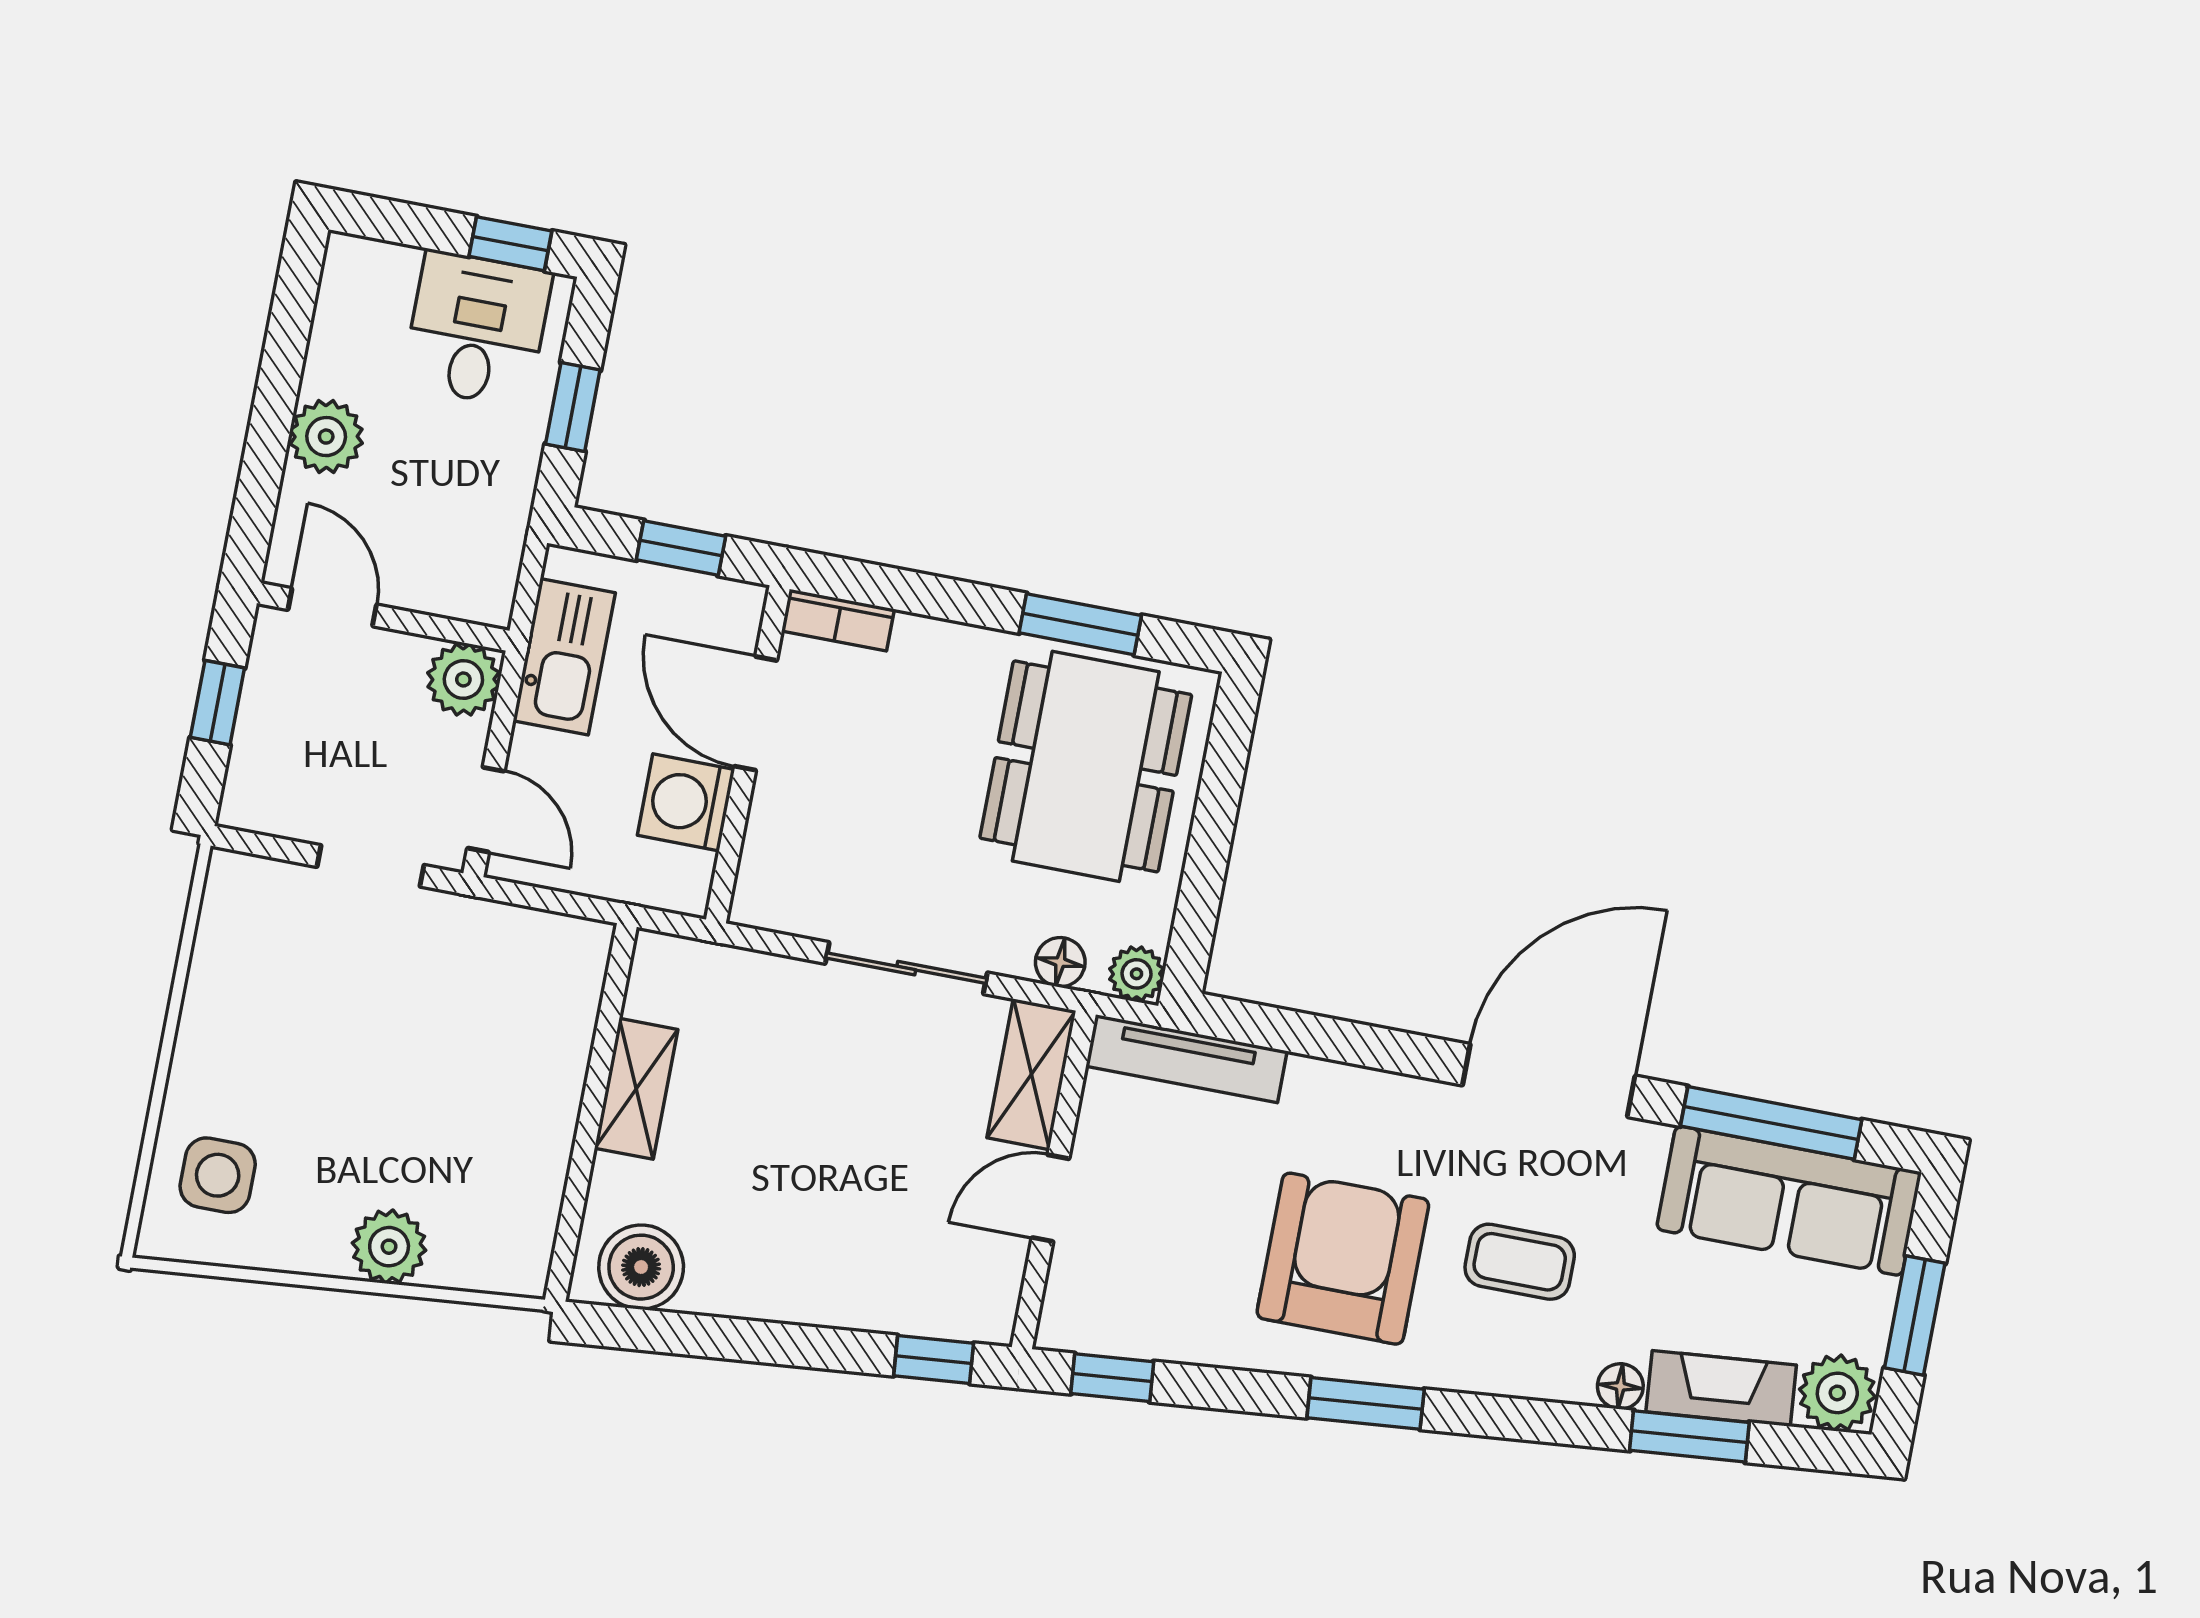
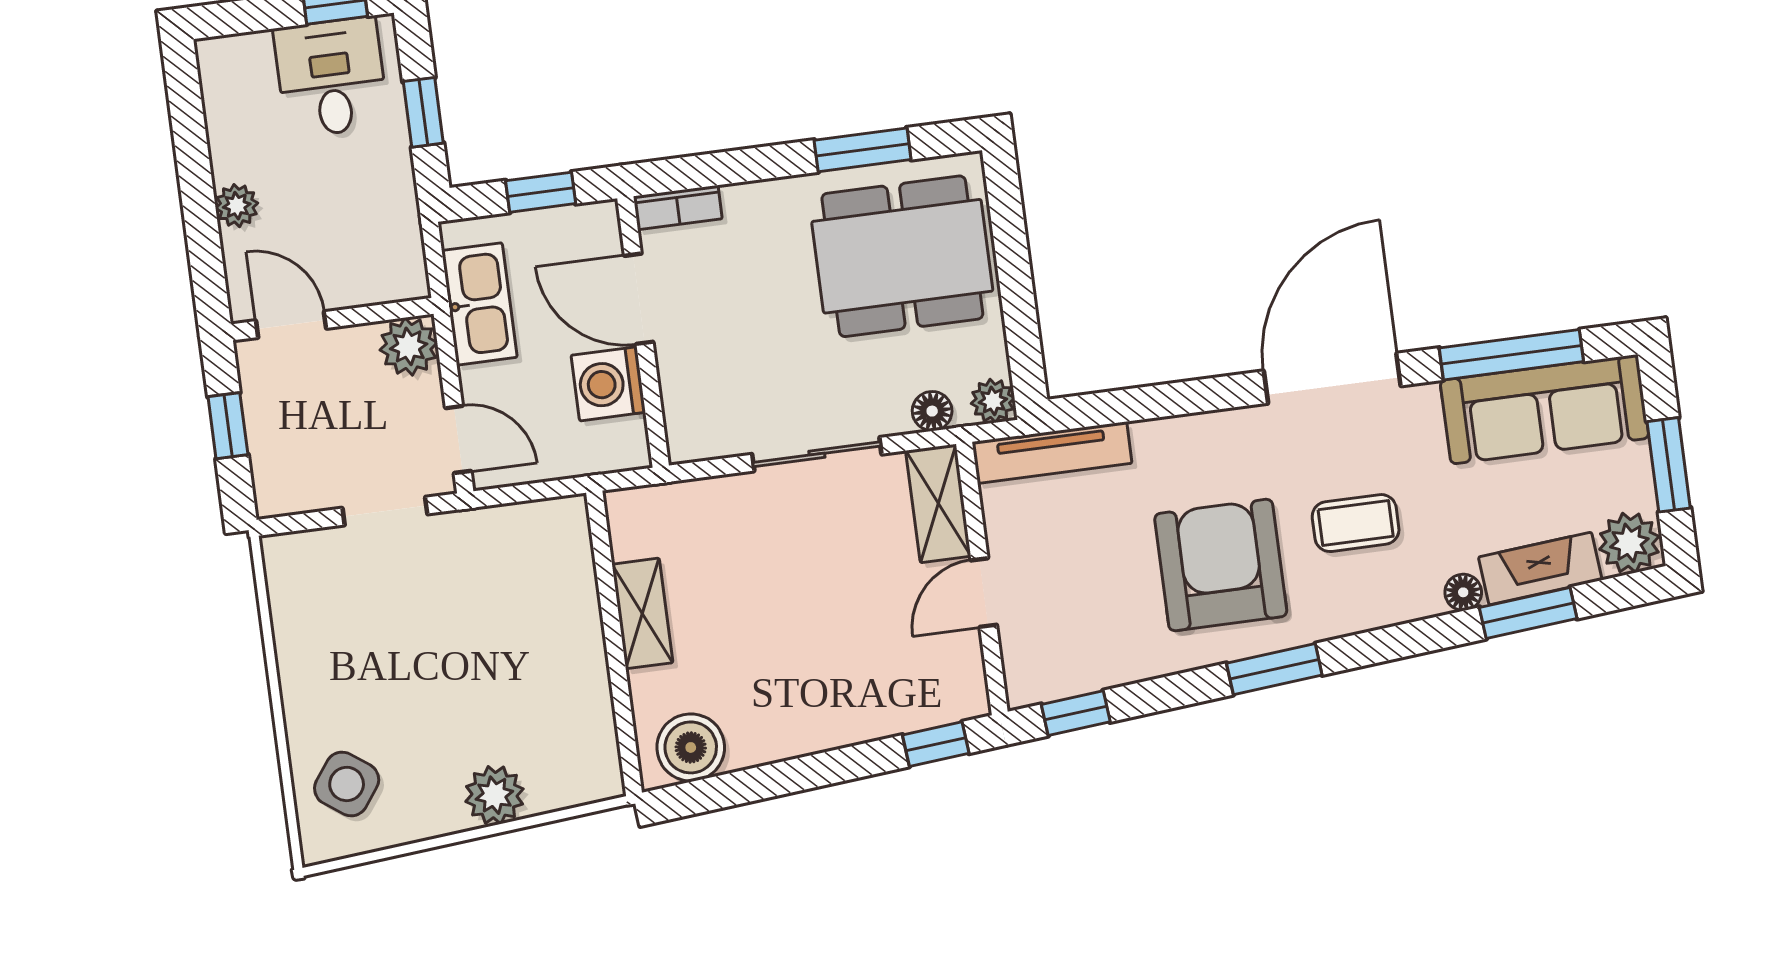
plant: (326, 437) -> (237, 206), width x0.73, depth x0.73
dining table: (1086, 766) -> (902, 256), turned 90
side table: (218, 1175) -> (347, 784), turned 36

